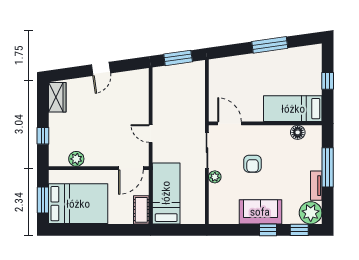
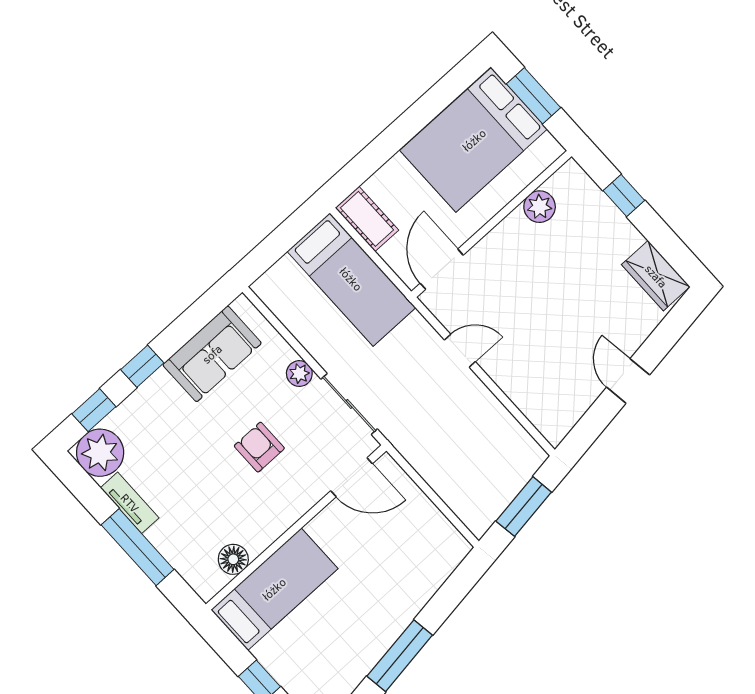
sofa: (260, 212) -> (212, 354), moved

